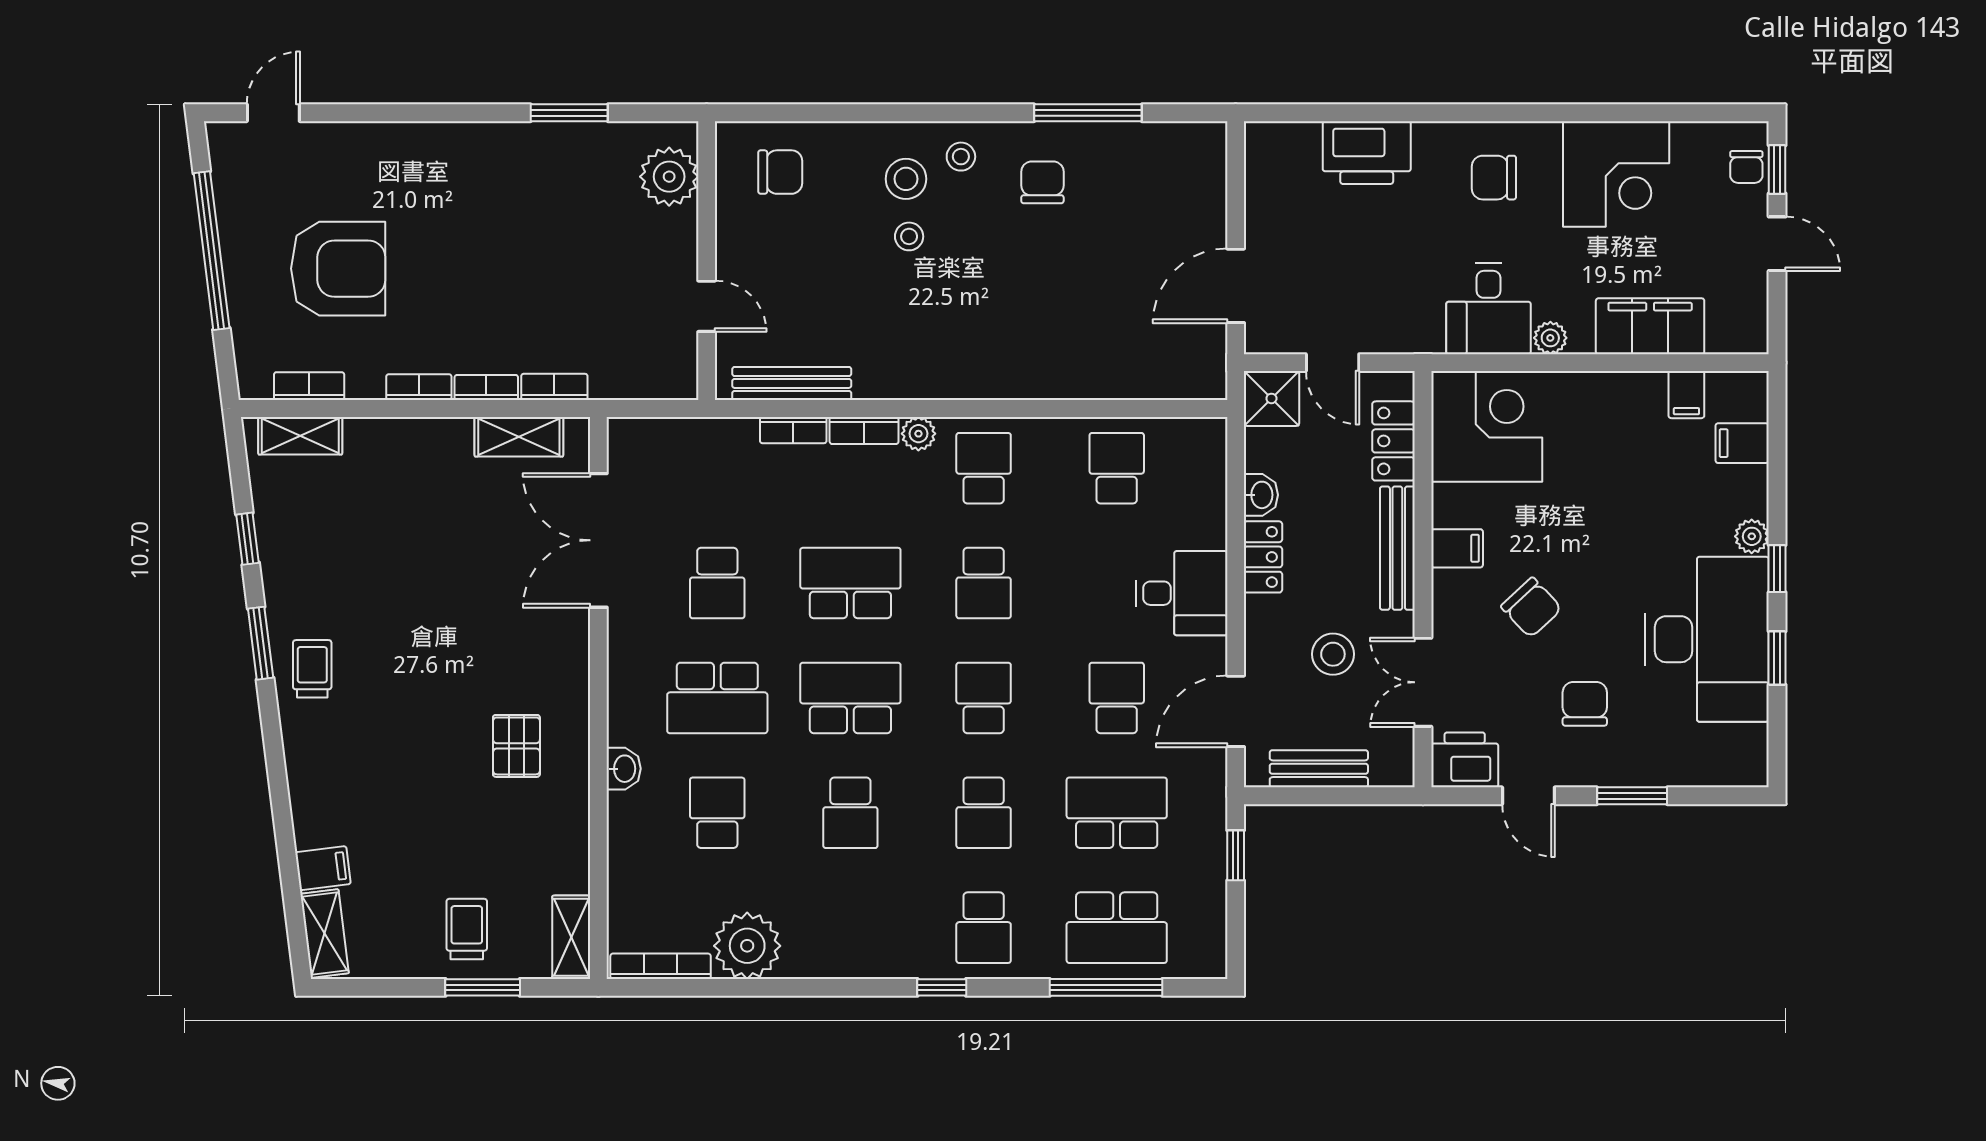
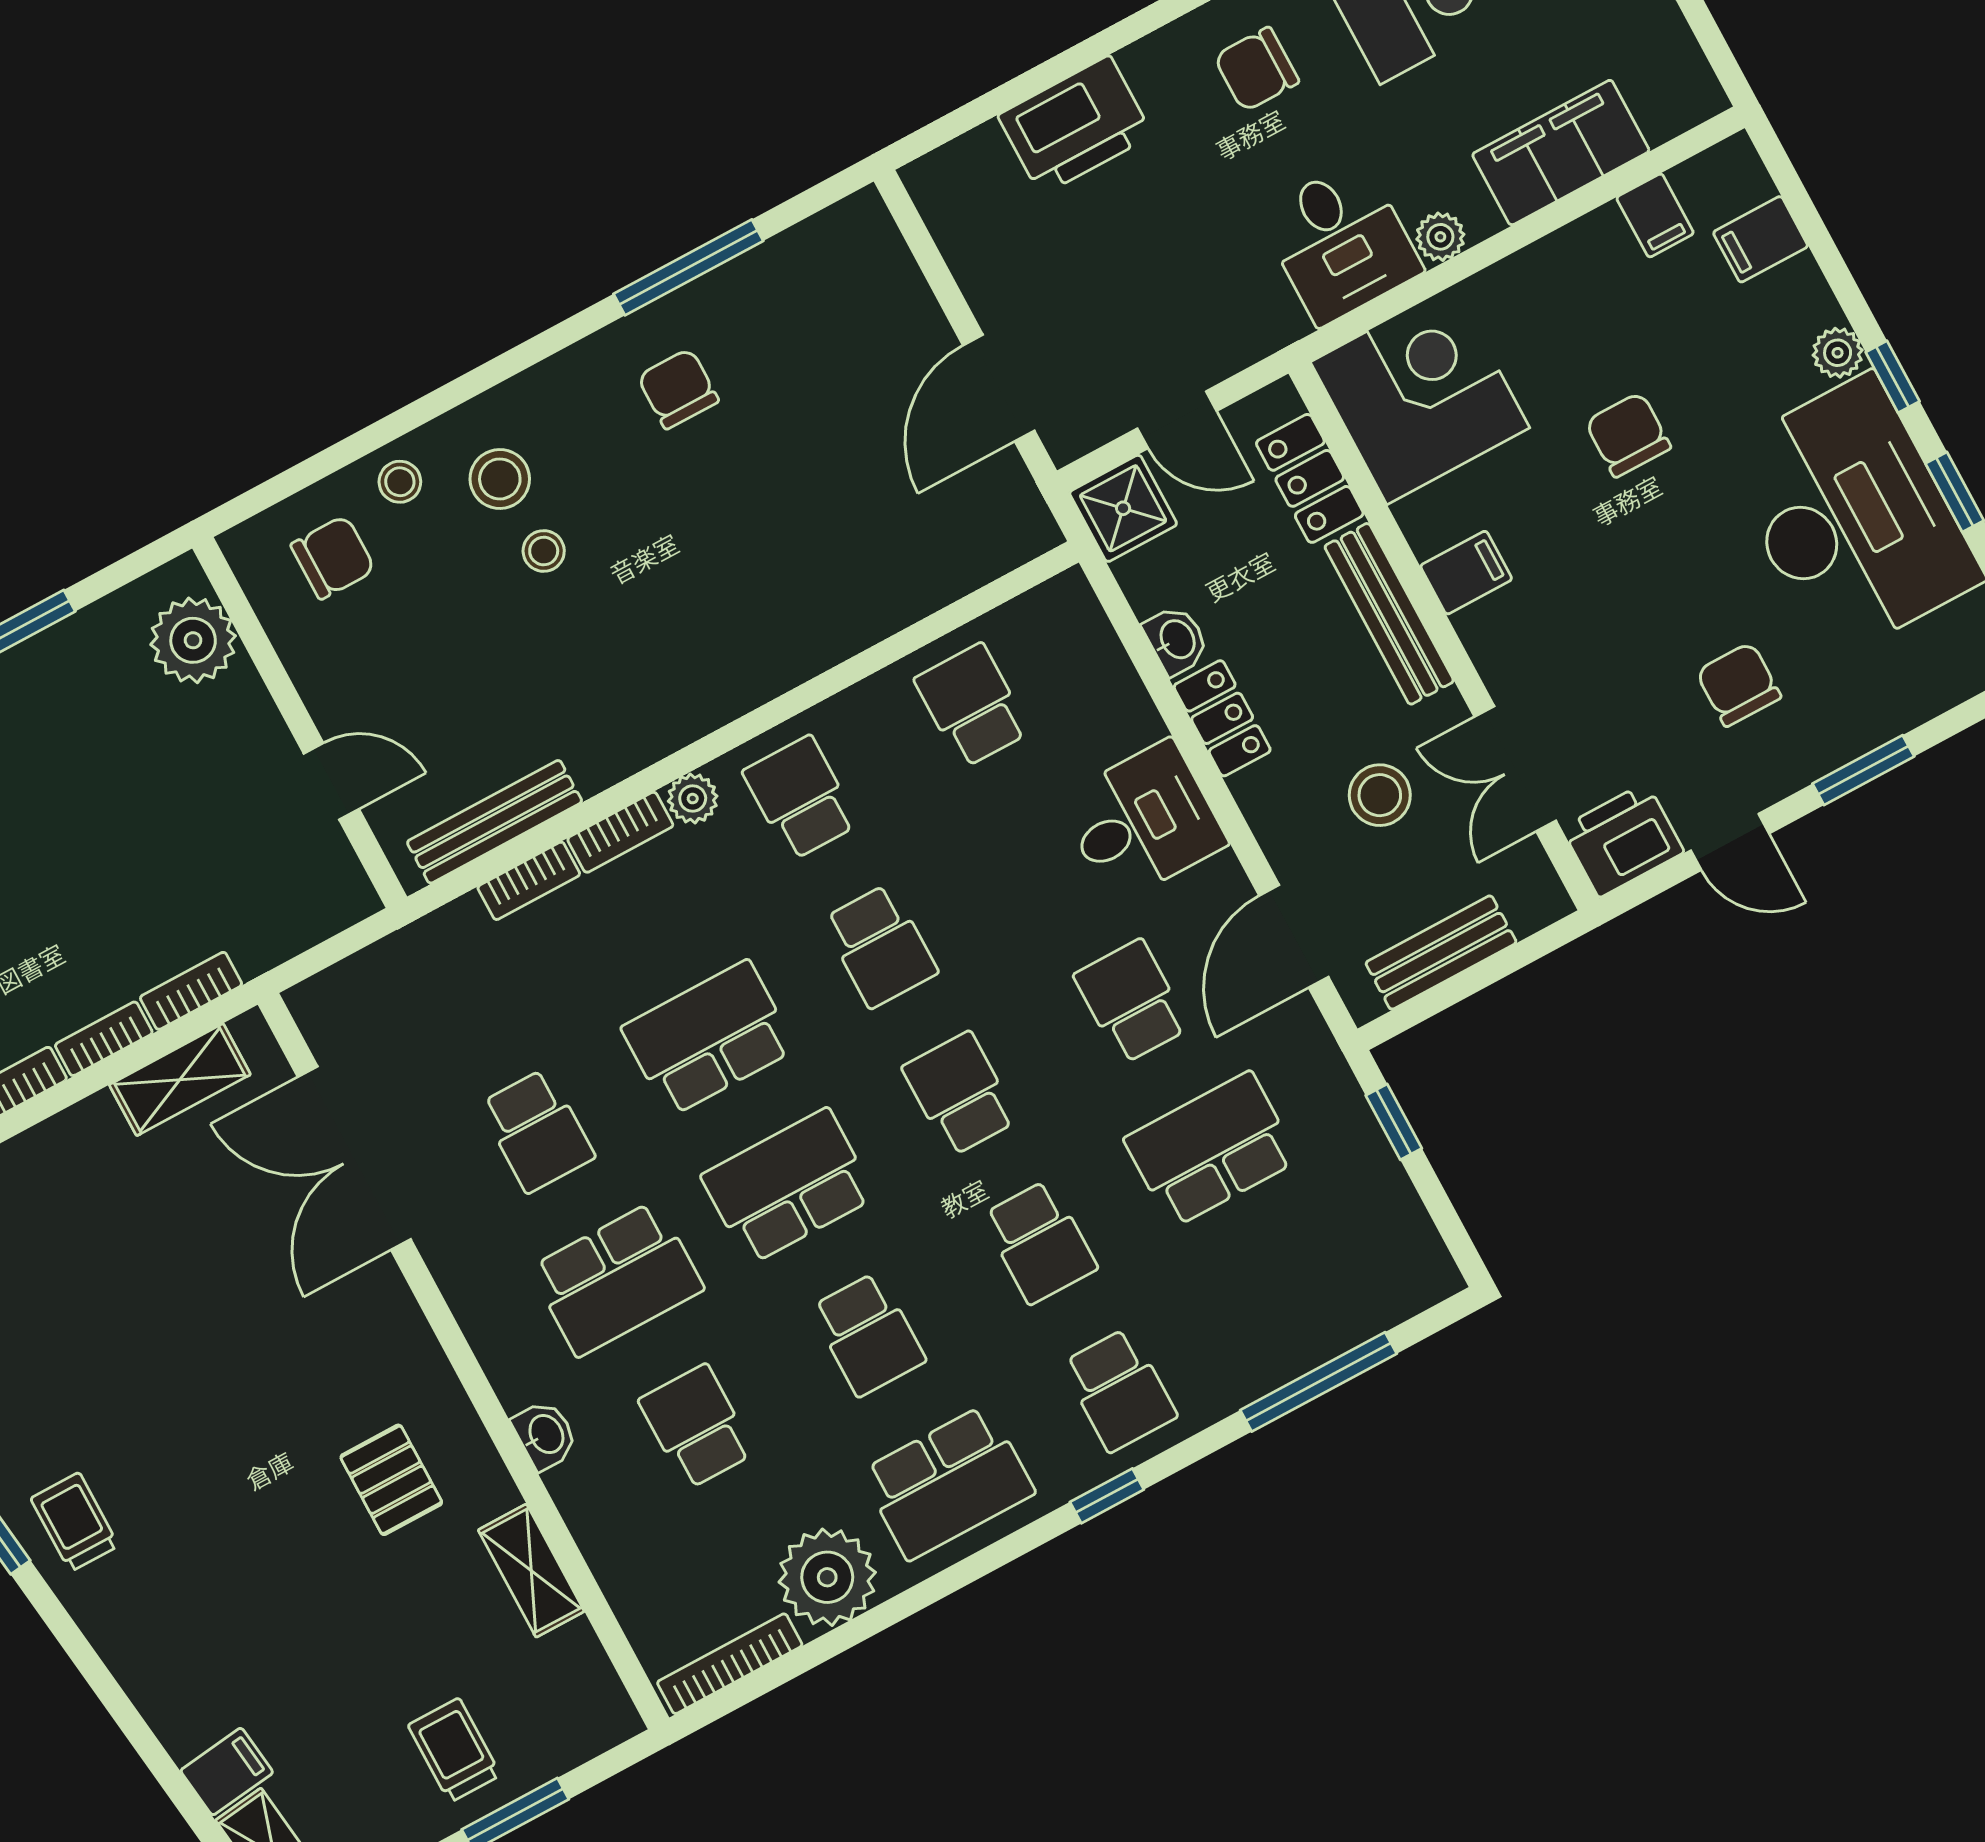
stool: (961, 157) -> (400, 482), moved
chair: (1531, 608) -> (1628, 435), moved, turned -137
school desk: (1117, 928) -> (948, 1482), moved
shelving: (571, 937) -> (531, 1571), moved

